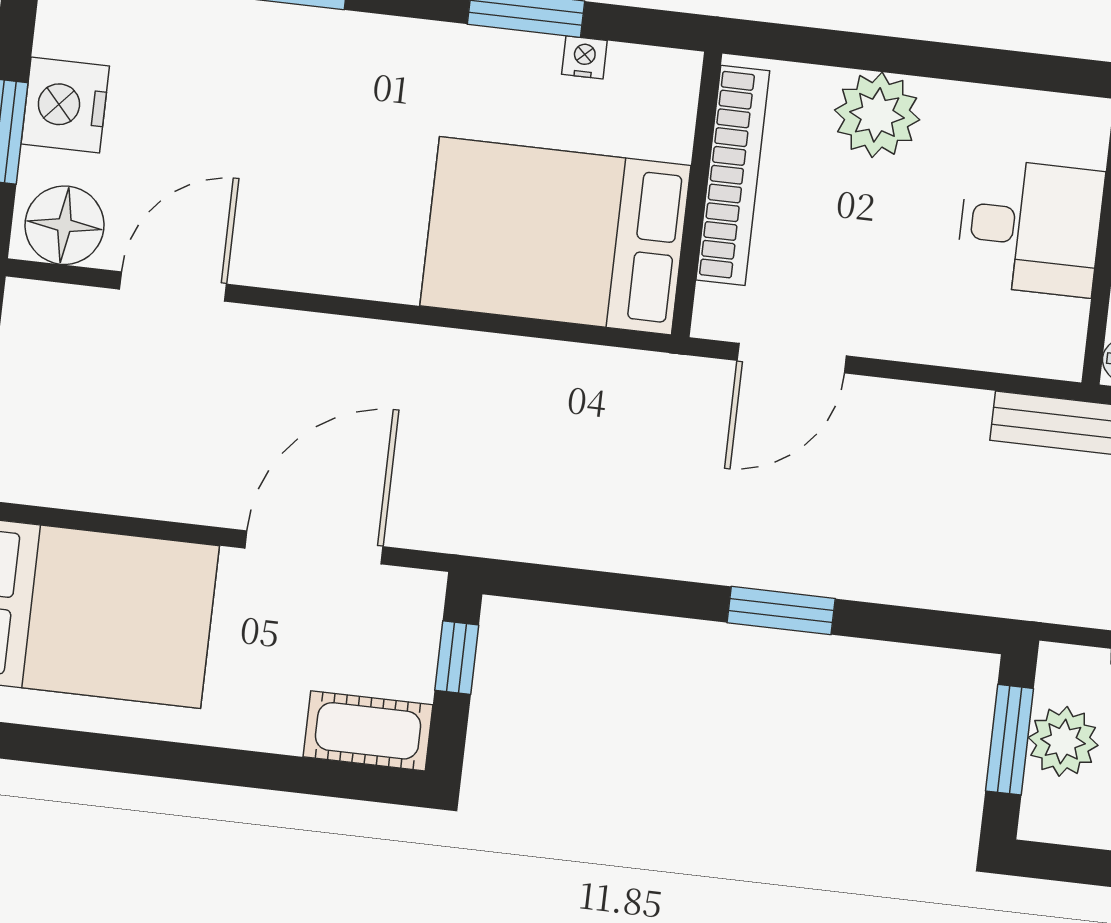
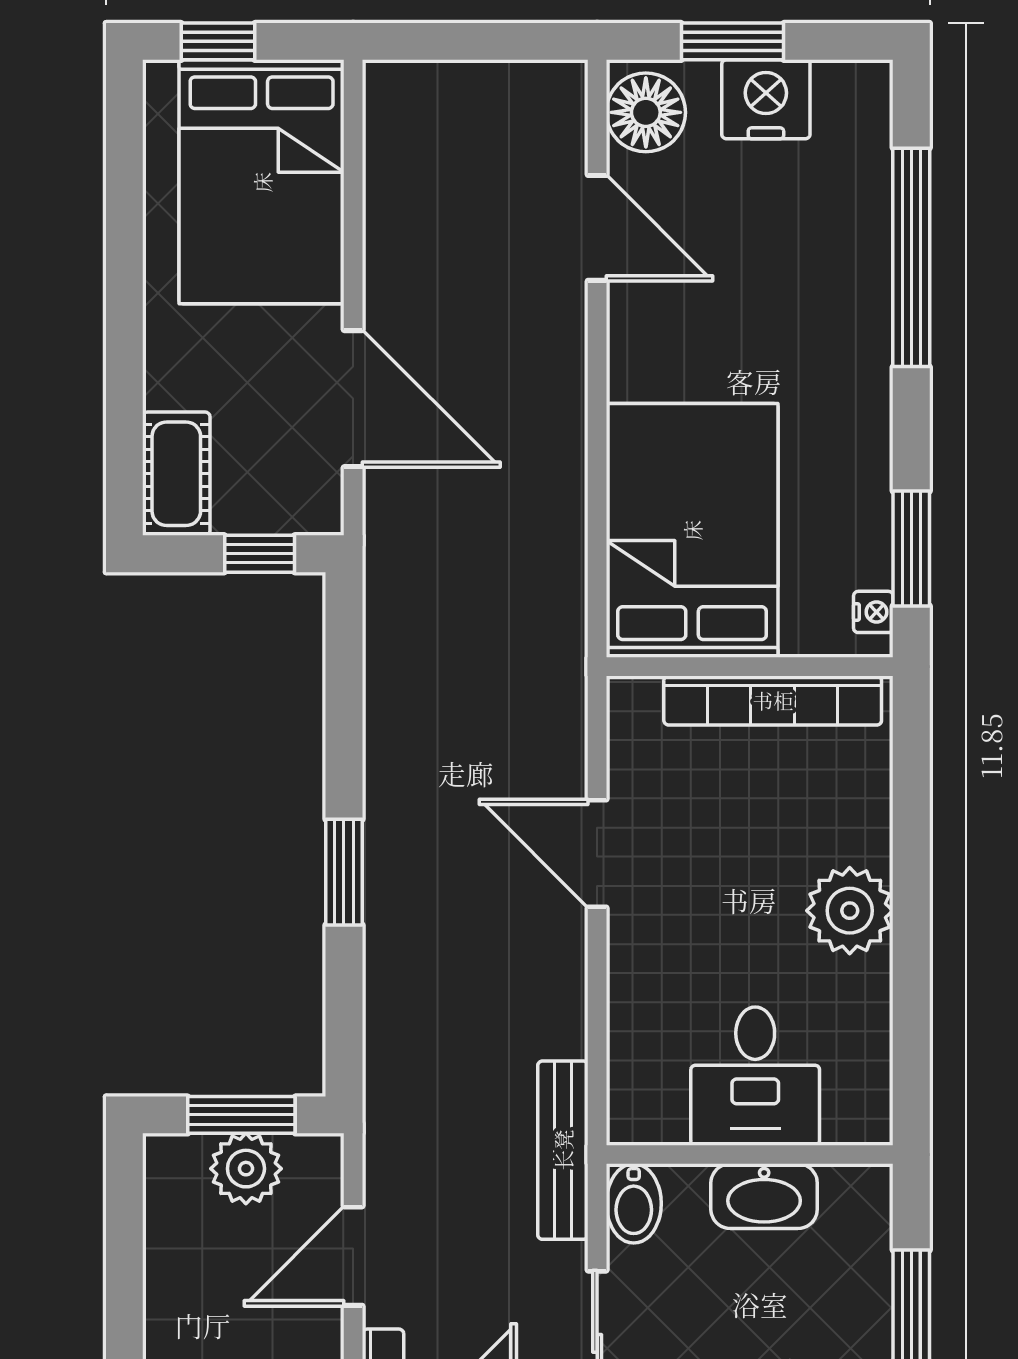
bookcase: (733, 175) -> (773, 700), moved
wall: (697, 194) -> (750, 667), moved
bed: (555, 236) -> (692, 530), moved

